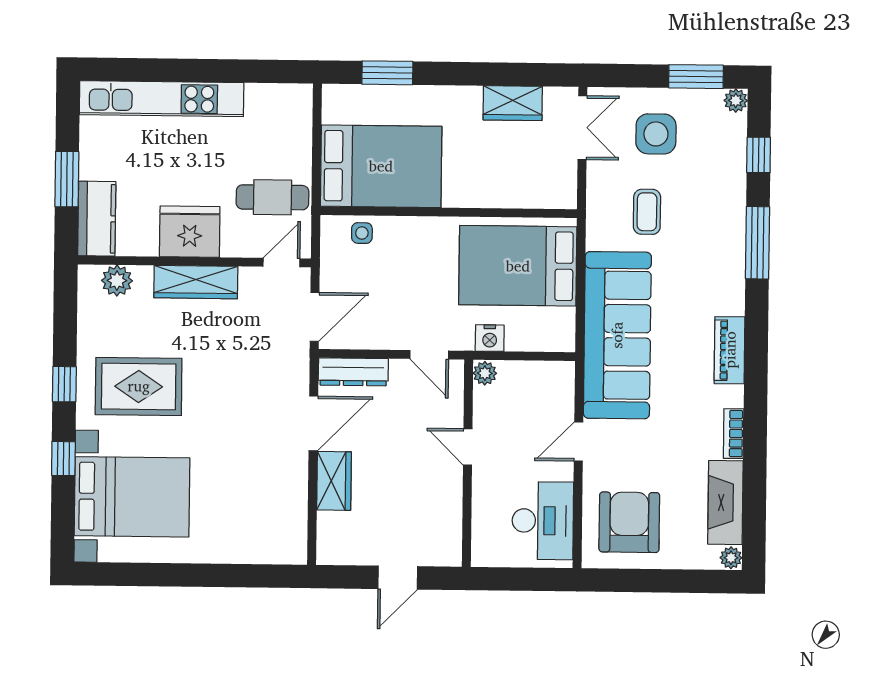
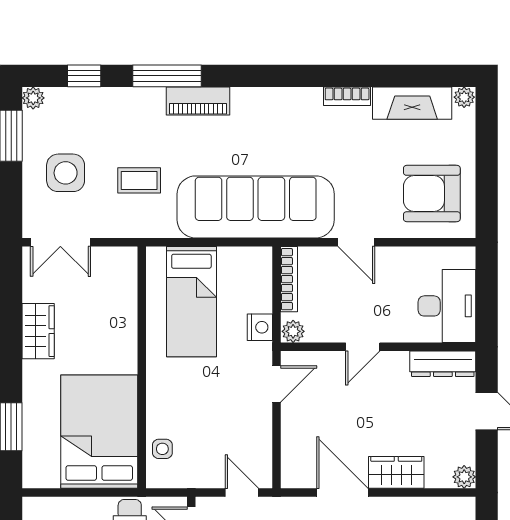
wardrobe: (513, 103) -> (38, 331), moved
double door: (582, 128) -> (60, 242), swing flipped
bed: (518, 266) -> (191, 302), width x0.67
door: (315, 317) -> (242, 492), width x0.73
piano: (730, 350) -> (198, 101), moved
bookcase: (540, 369) -> (289, 279), added
dresser: (353, 372) -> (443, 364), moved, turned 90
desk: (543, 521) -> (447, 306), moved, turned 90
plant: (328, 553) -> (464, 477), added

